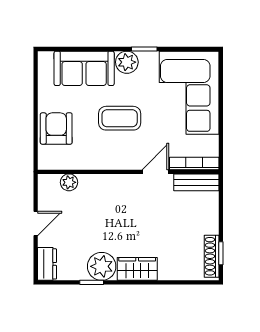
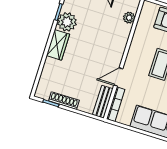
door: (155, 172) -> (118, 77), swing flipped
shoe rack: (212, 256) -> (64, 101), moved

